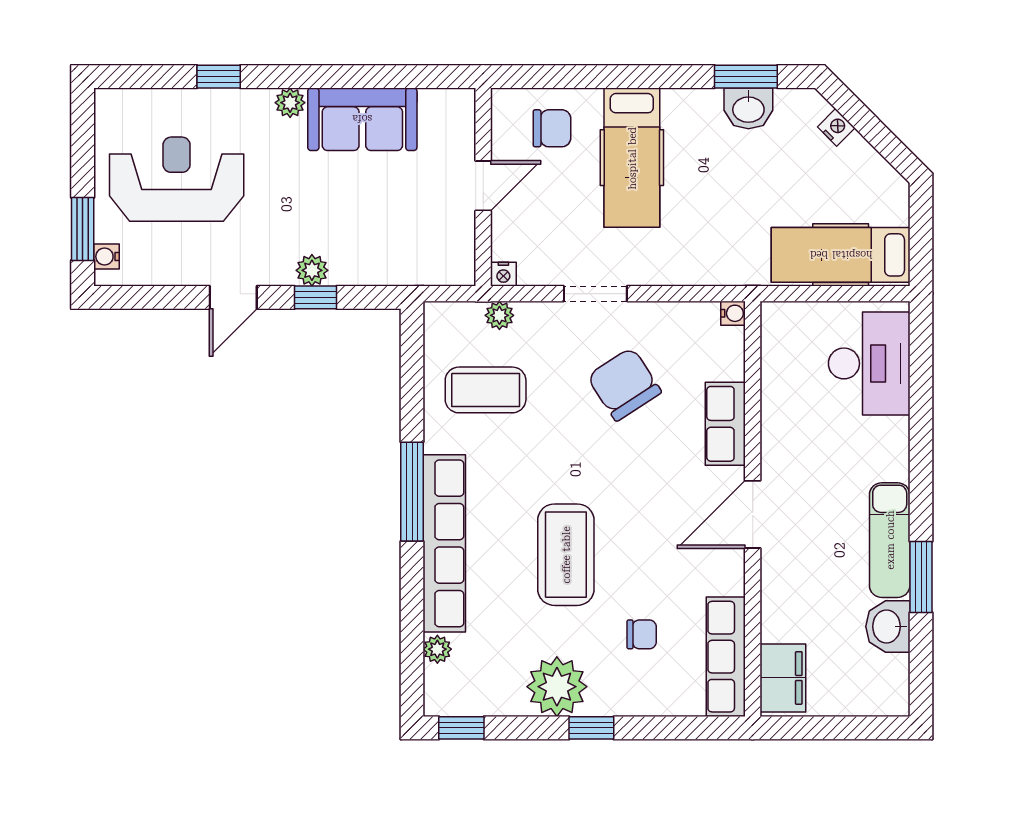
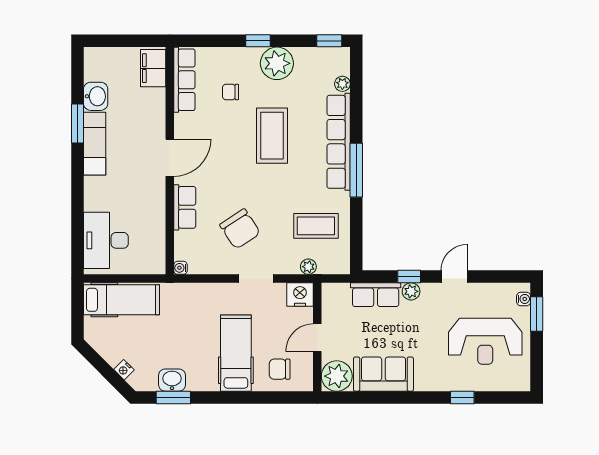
plant: (290, 103) -> (337, 376), moved, width x1.87, depth x1.87
row of seats: (377, 264) -> (376, 295), added
nightstand: (503, 274) -> (300, 295), width x1.89, depth x1.79

